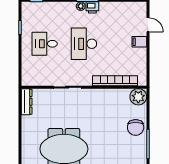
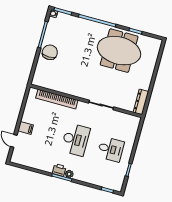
plant: (138, 97) -> (40, 79), removed

